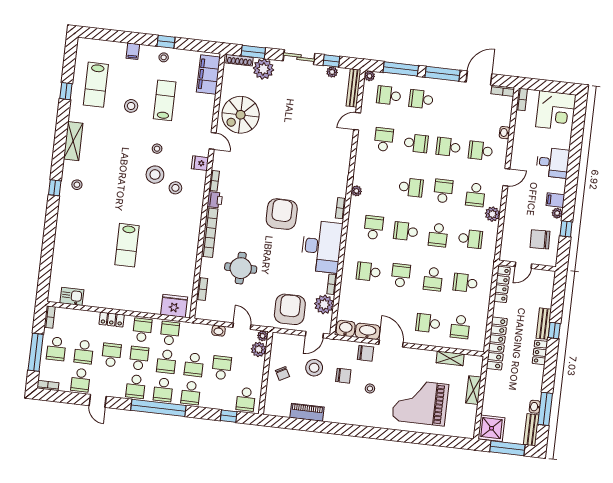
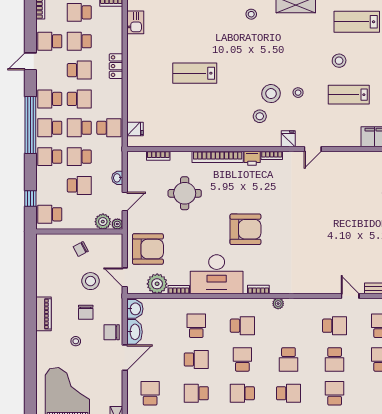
lab bench: (165, 100) -> (349, 95), turned 180
spiral stairs: (241, 115) -> (343, 175), removed
fridge: (174, 306) -> (135, 129), width x0.53, depth x0.75
school desk: (142, 330) -> (109, 99), removed
chair: (365, 353) -> (112, 332), turned 90
piano: (307, 412) -> (44, 314), moved

